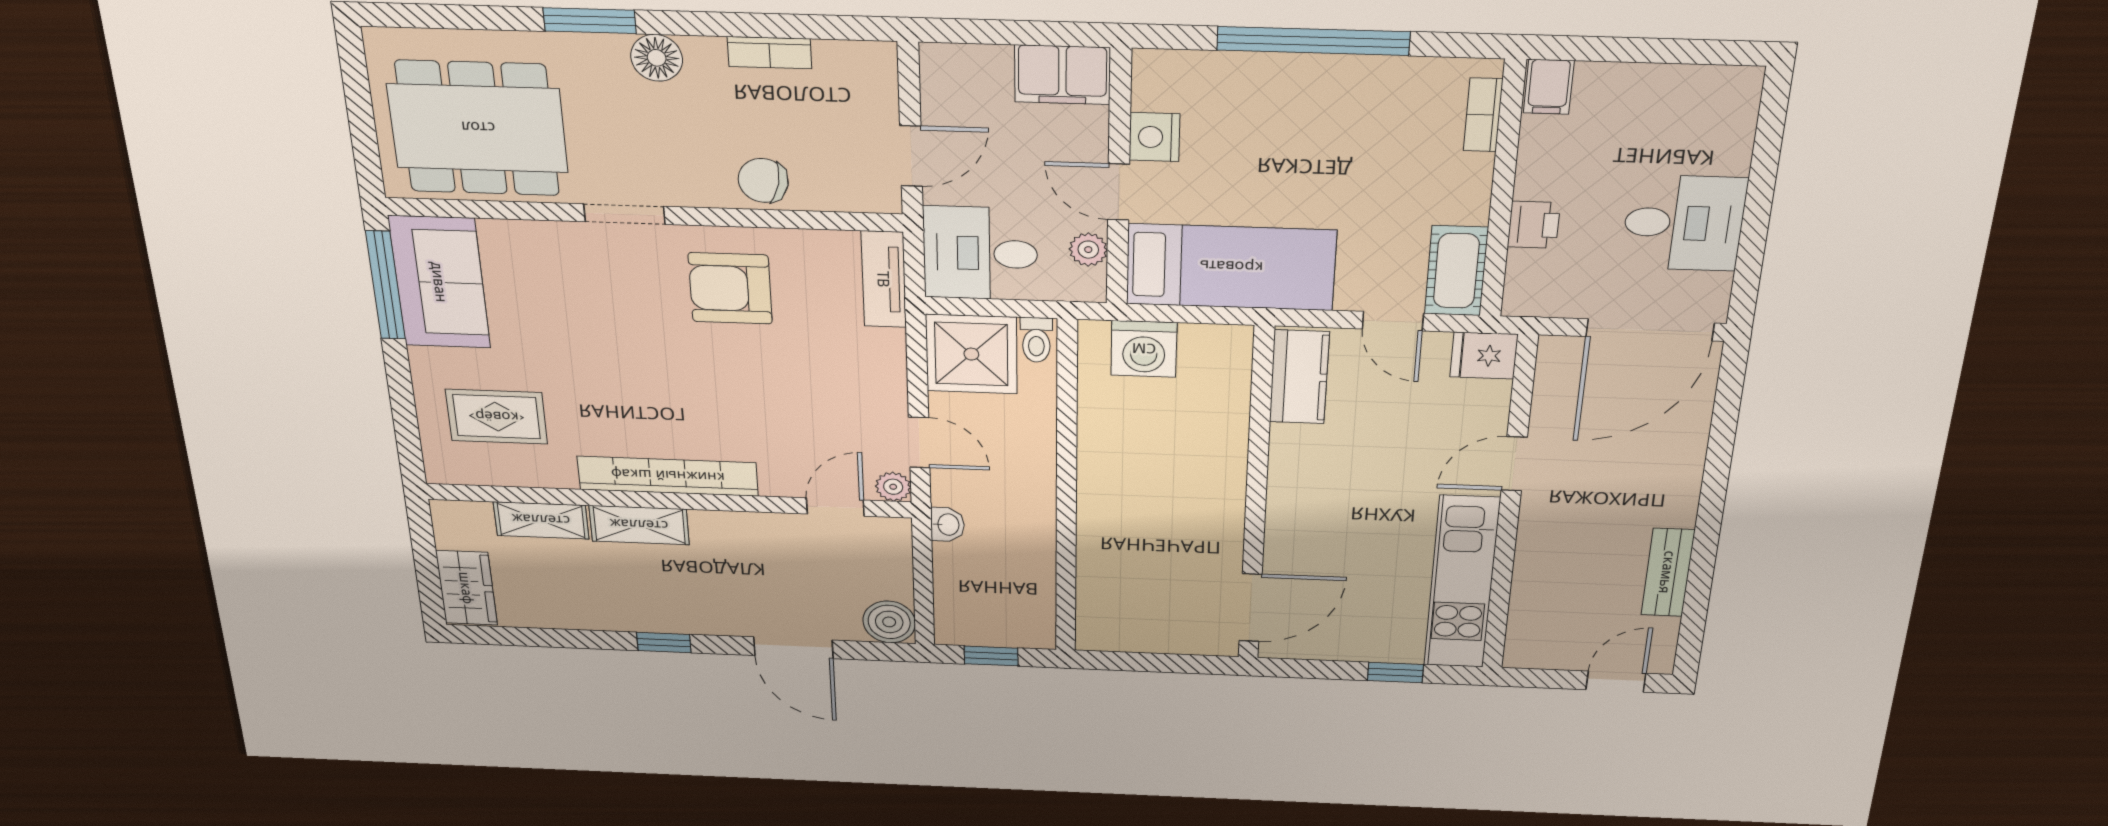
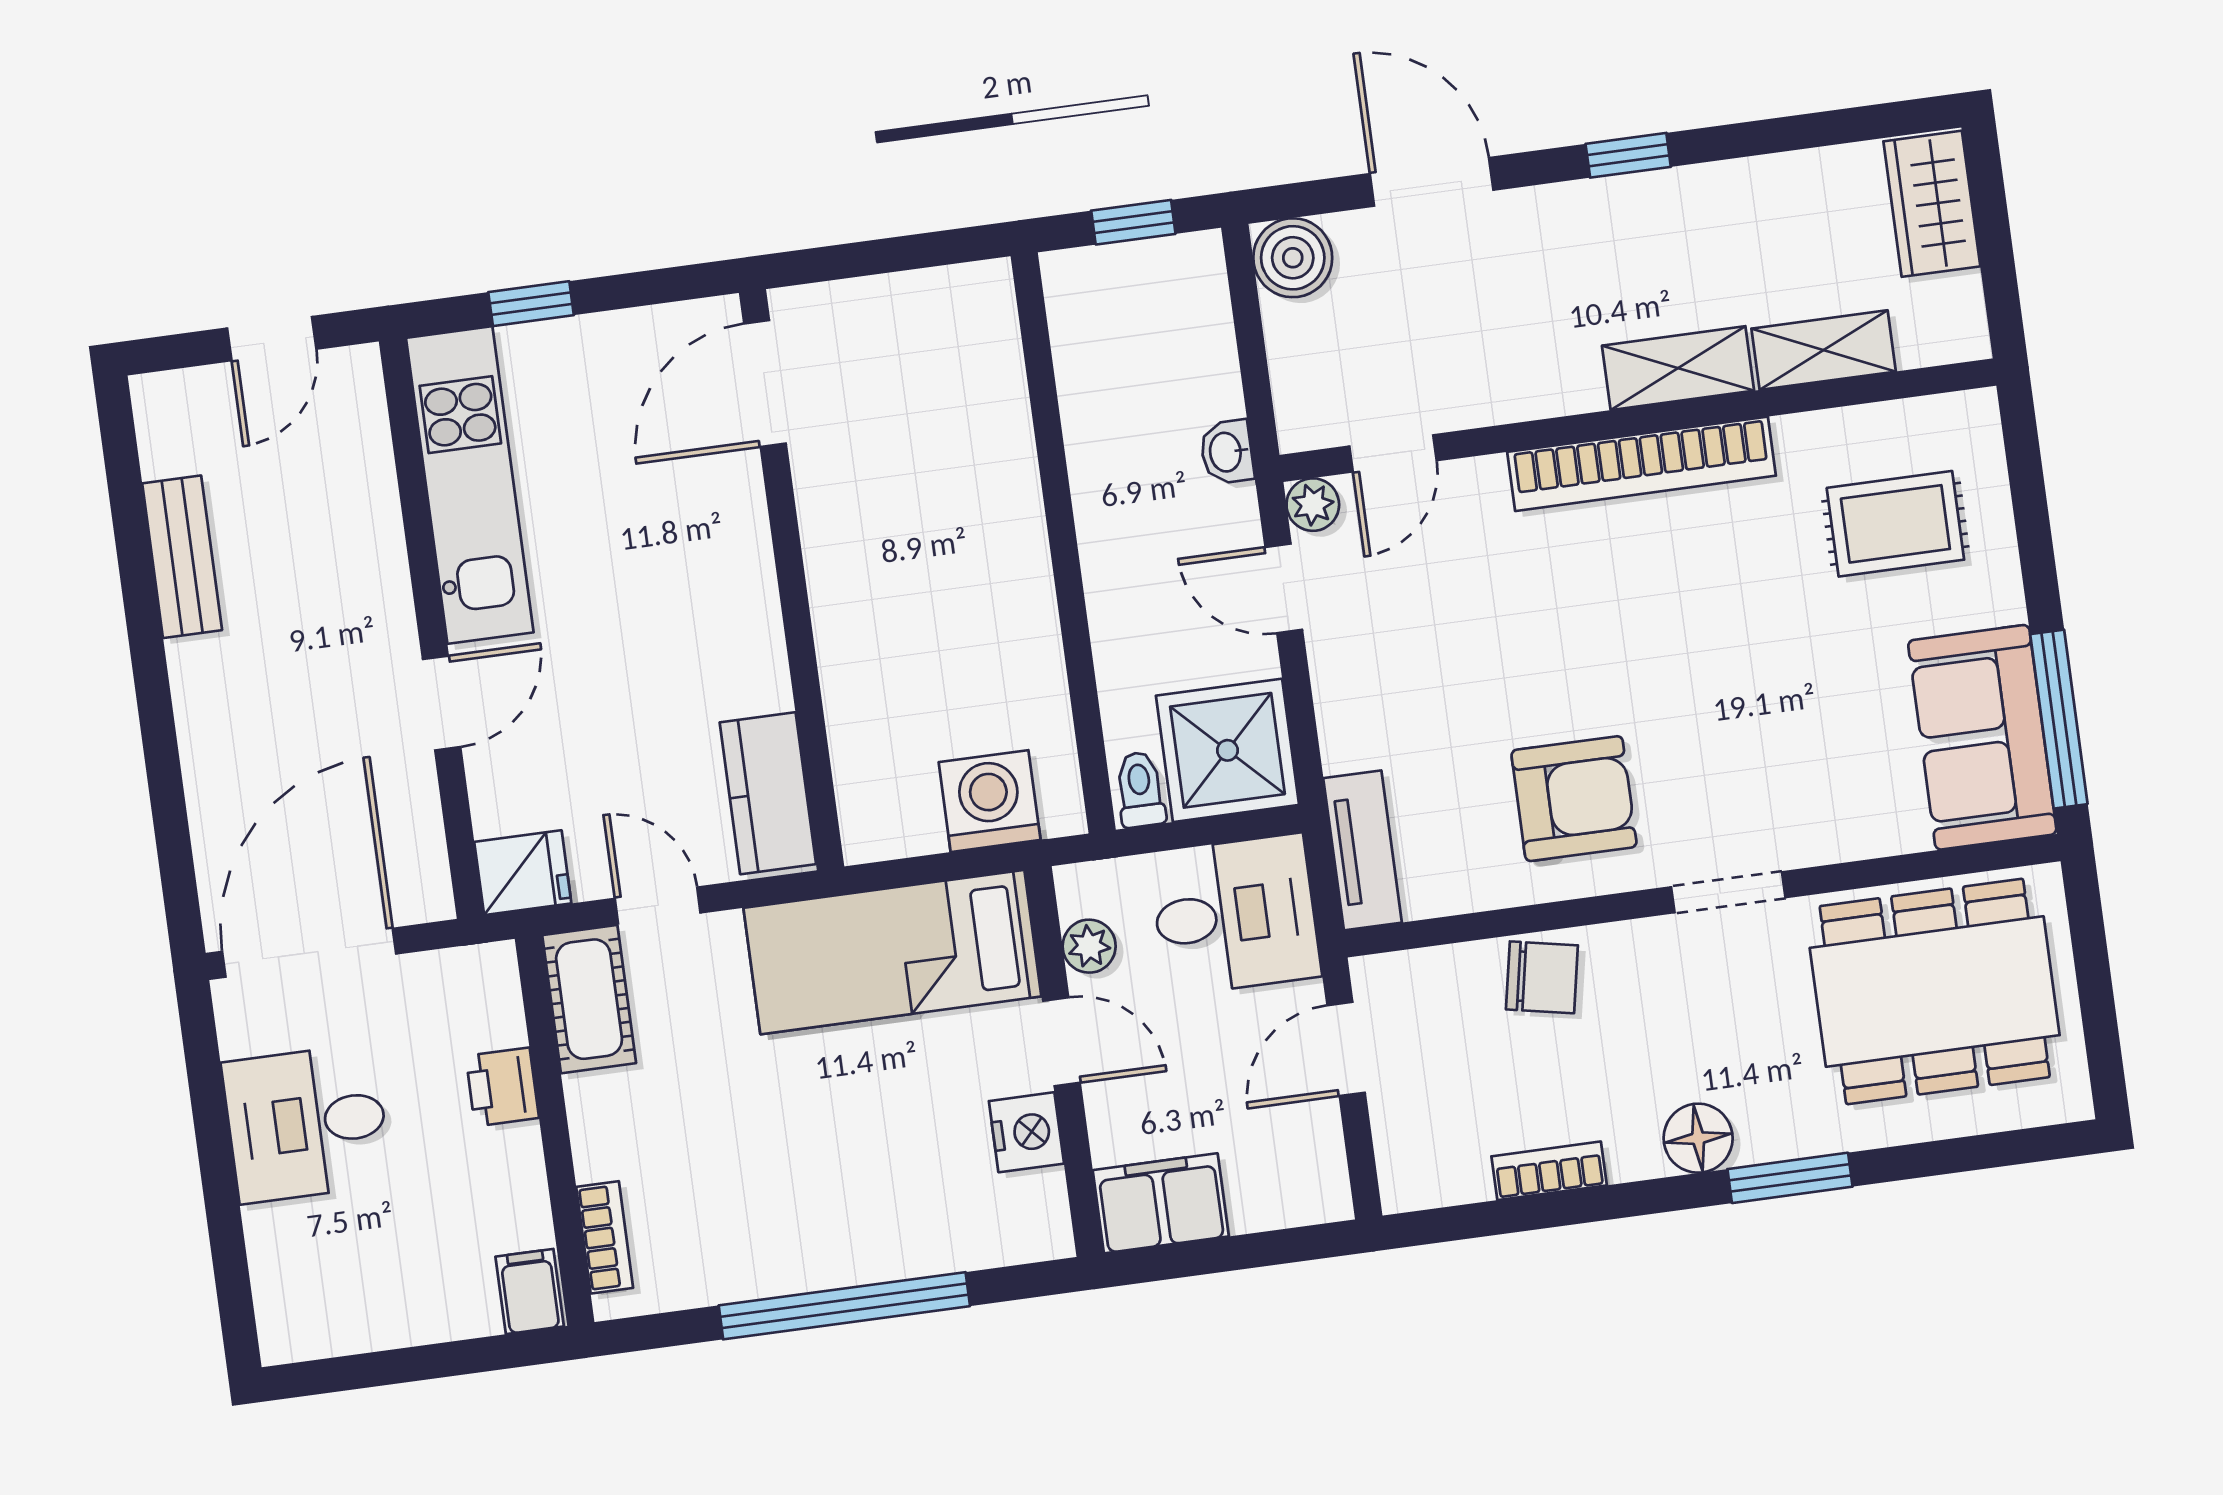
door: (1616, 682) -> (272, 339), moved

